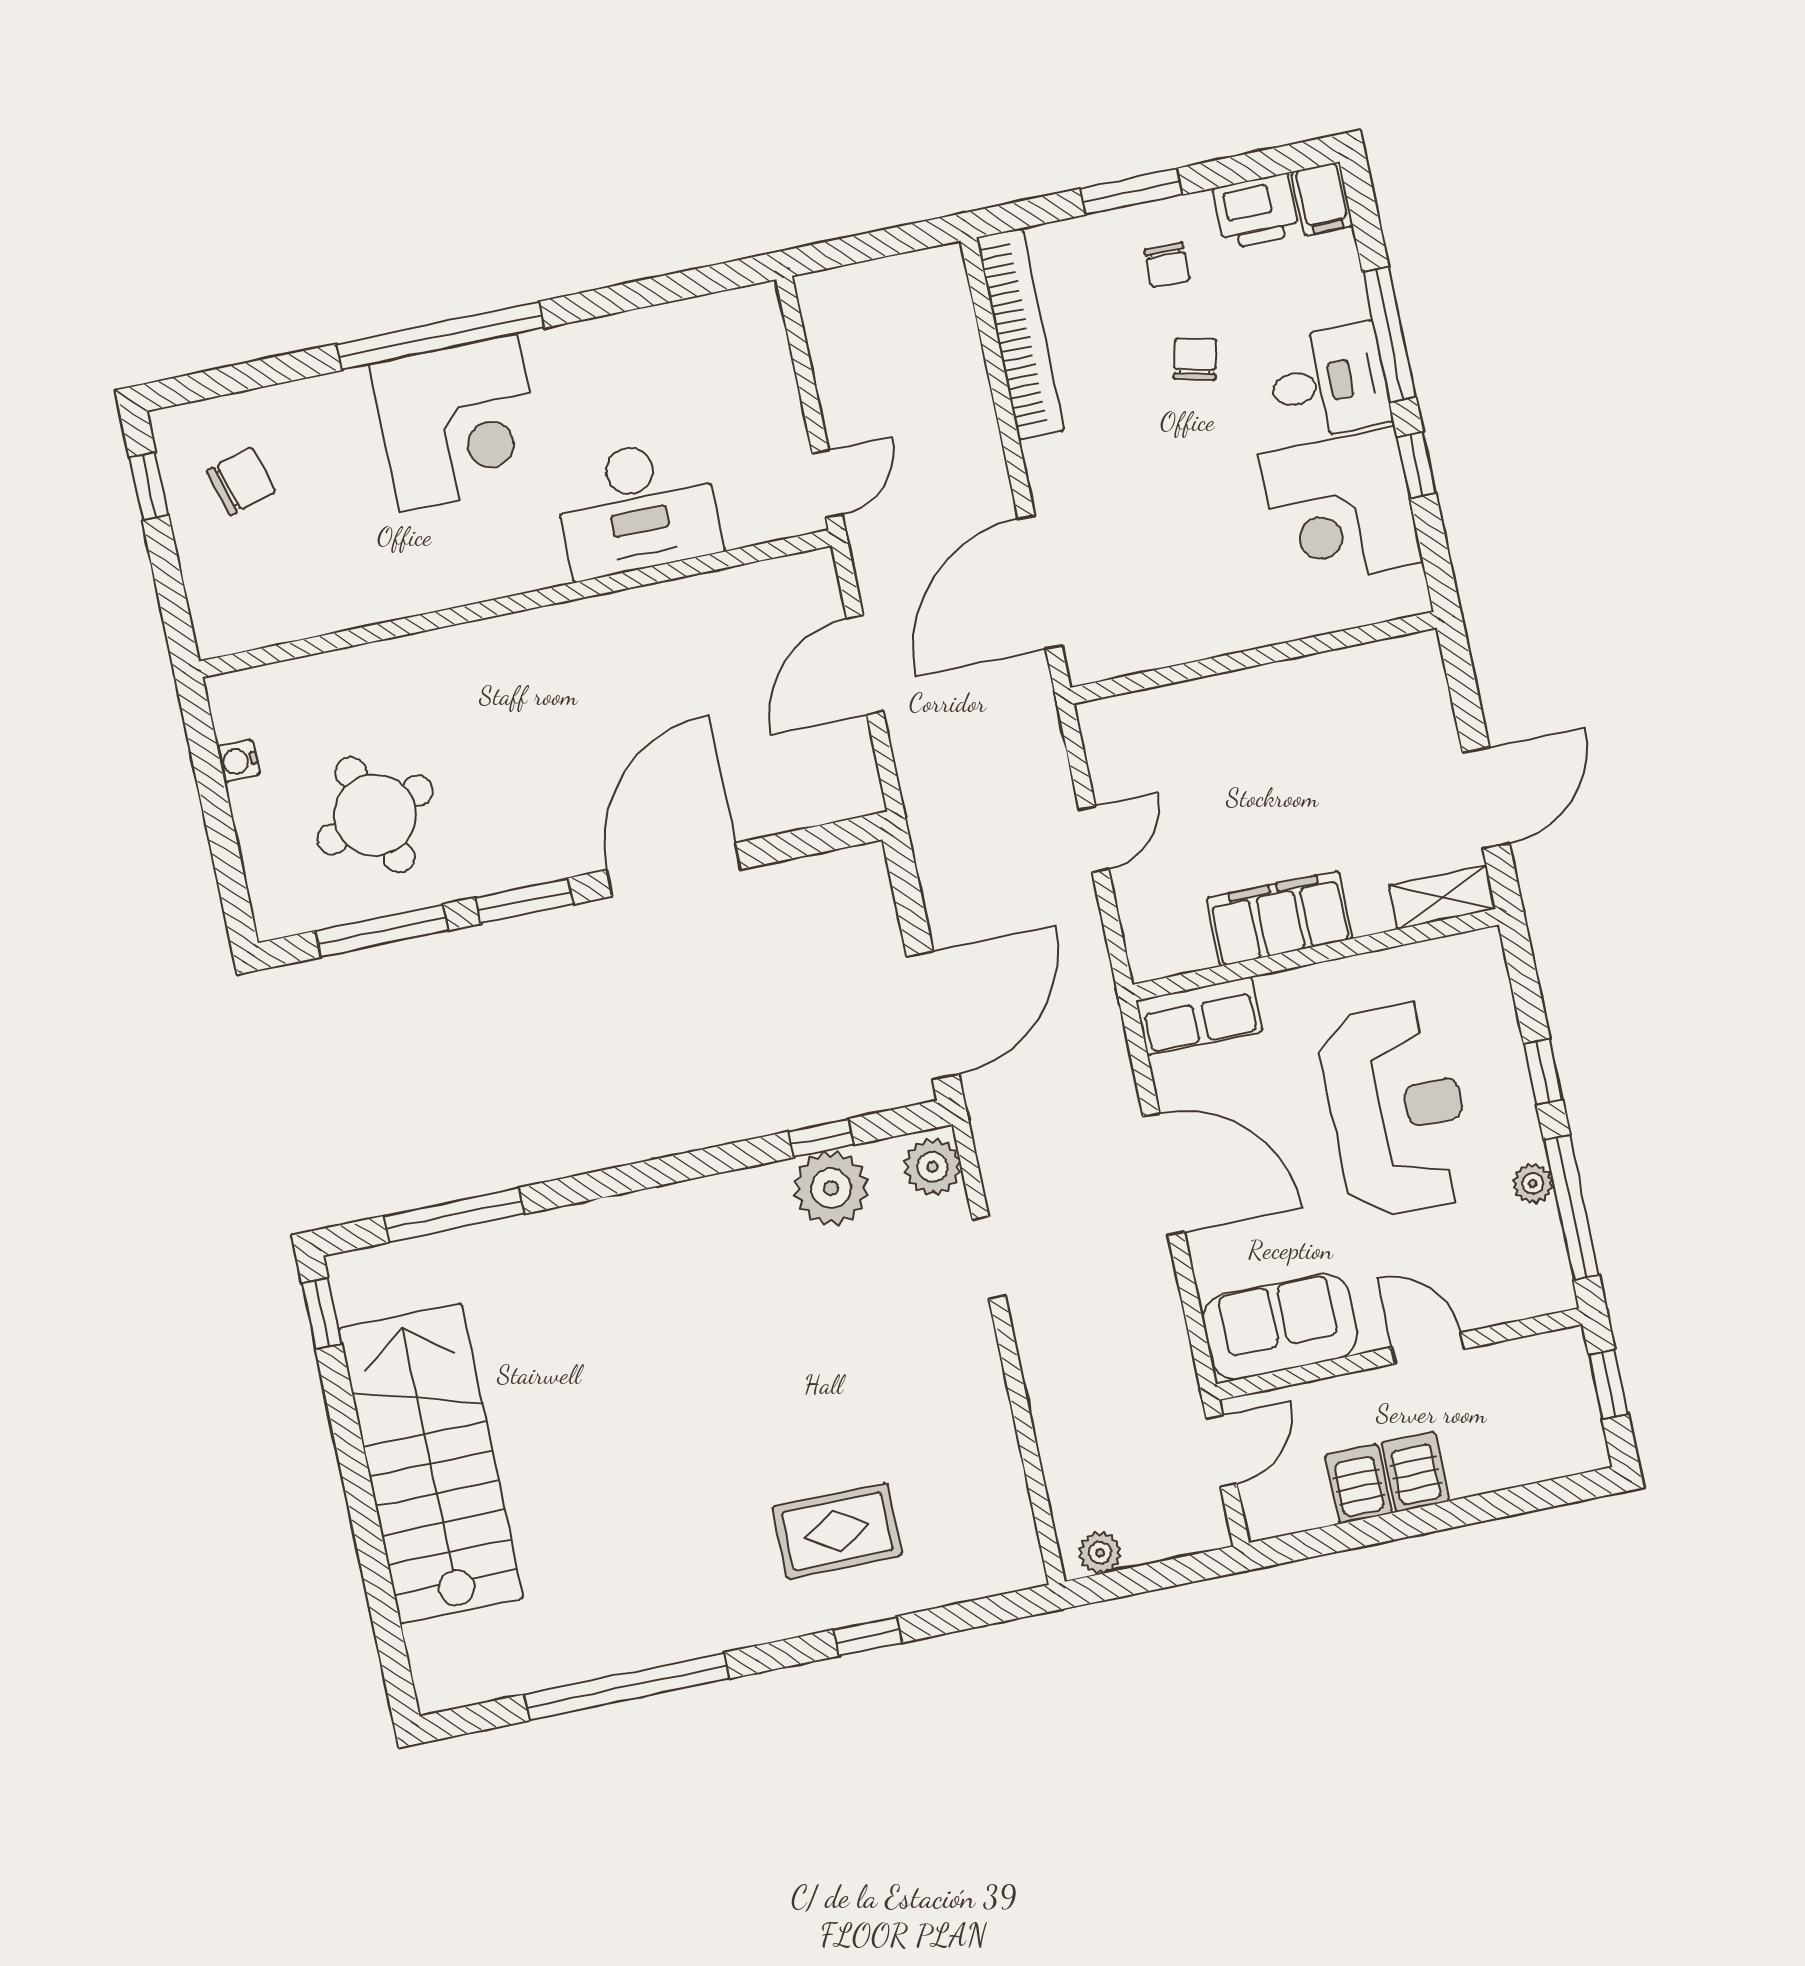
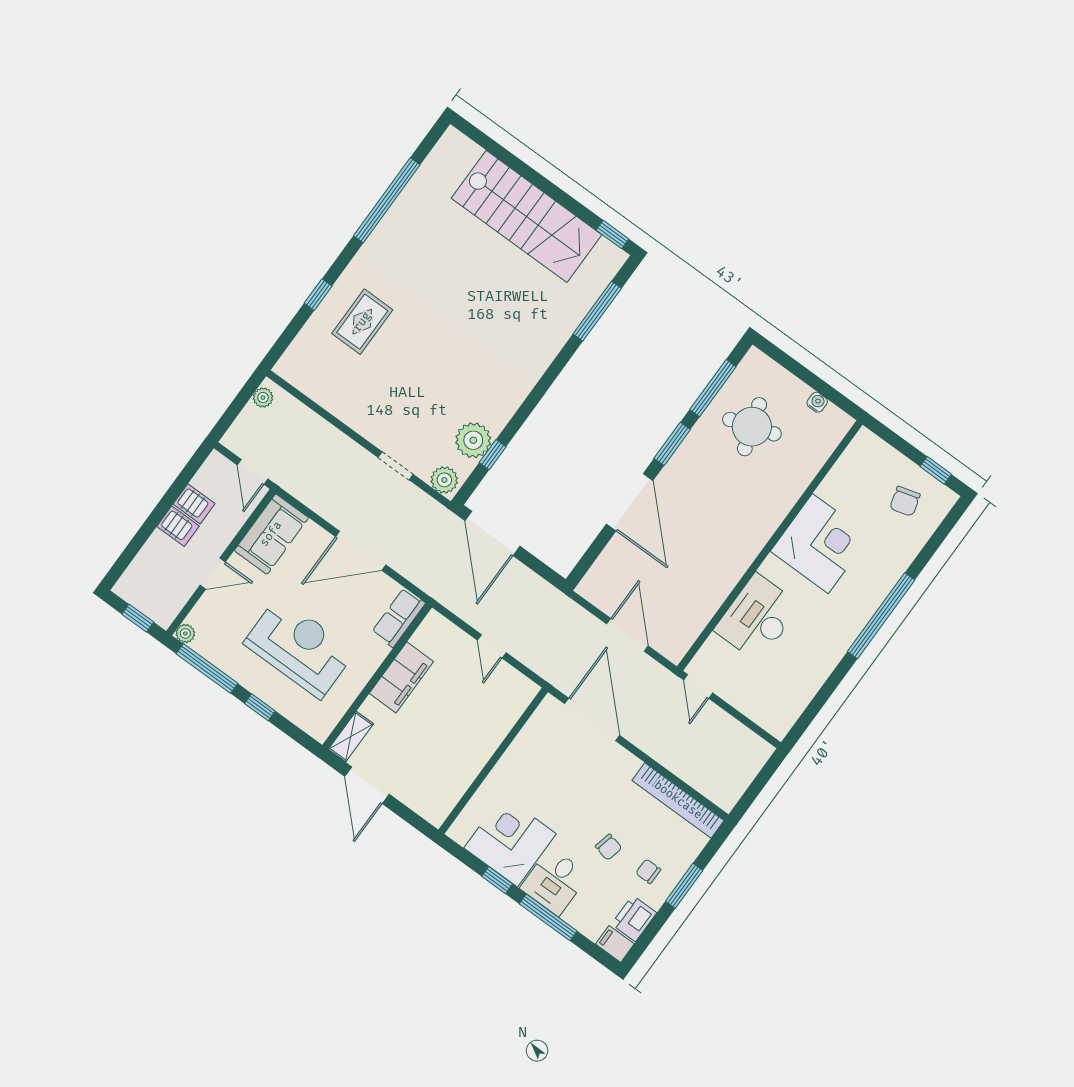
corner desk: (458, 423) -> (820, 544), moved, turned 180
reception desk: (1397, 1109) -> (299, 647), turned 180
plant: (1533, 1184) -> (185, 633), moved

